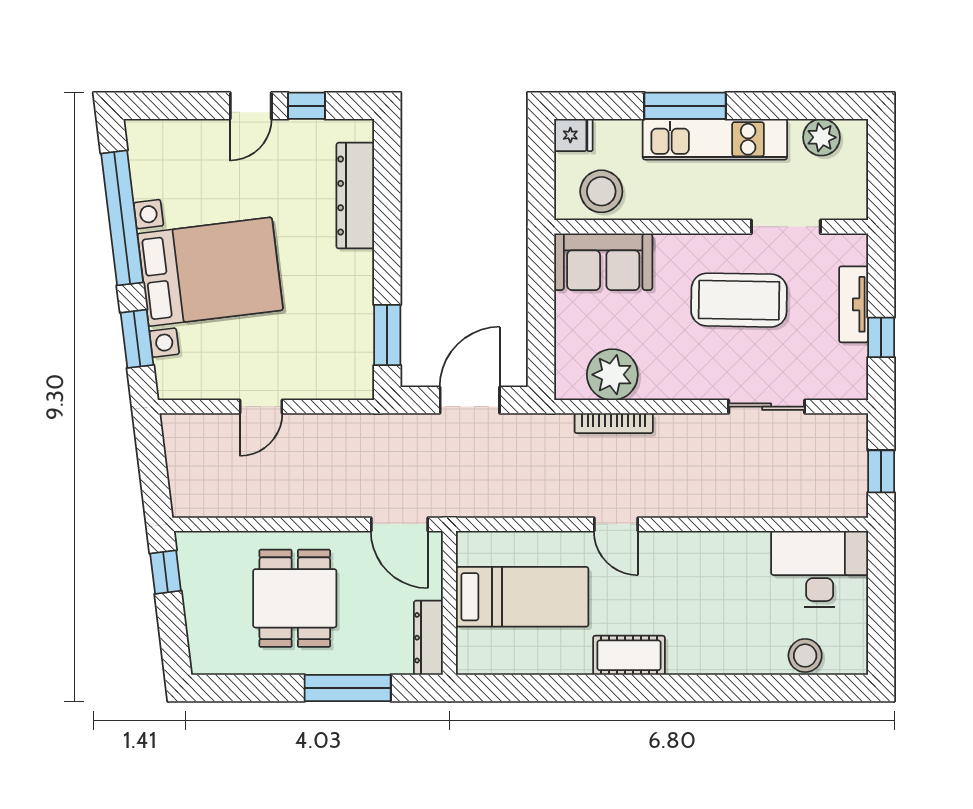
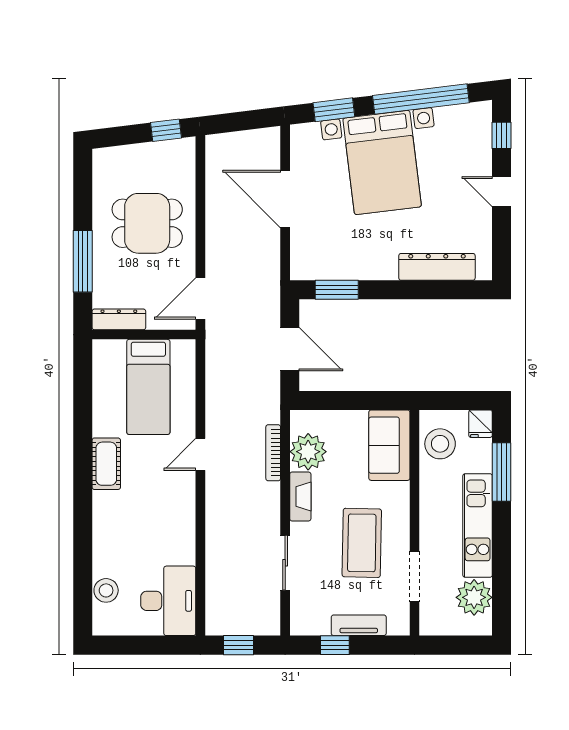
window: (306, 106) -> (502, 135), moved
window: (685, 106) -> (502, 472), moved
plant: (821, 137) -> (474, 597), width x1.36, depth x1.36
fireplace: (675, 386) -> (300, 496), added
door: (261, 407) -> (285, 199), width x1.87

